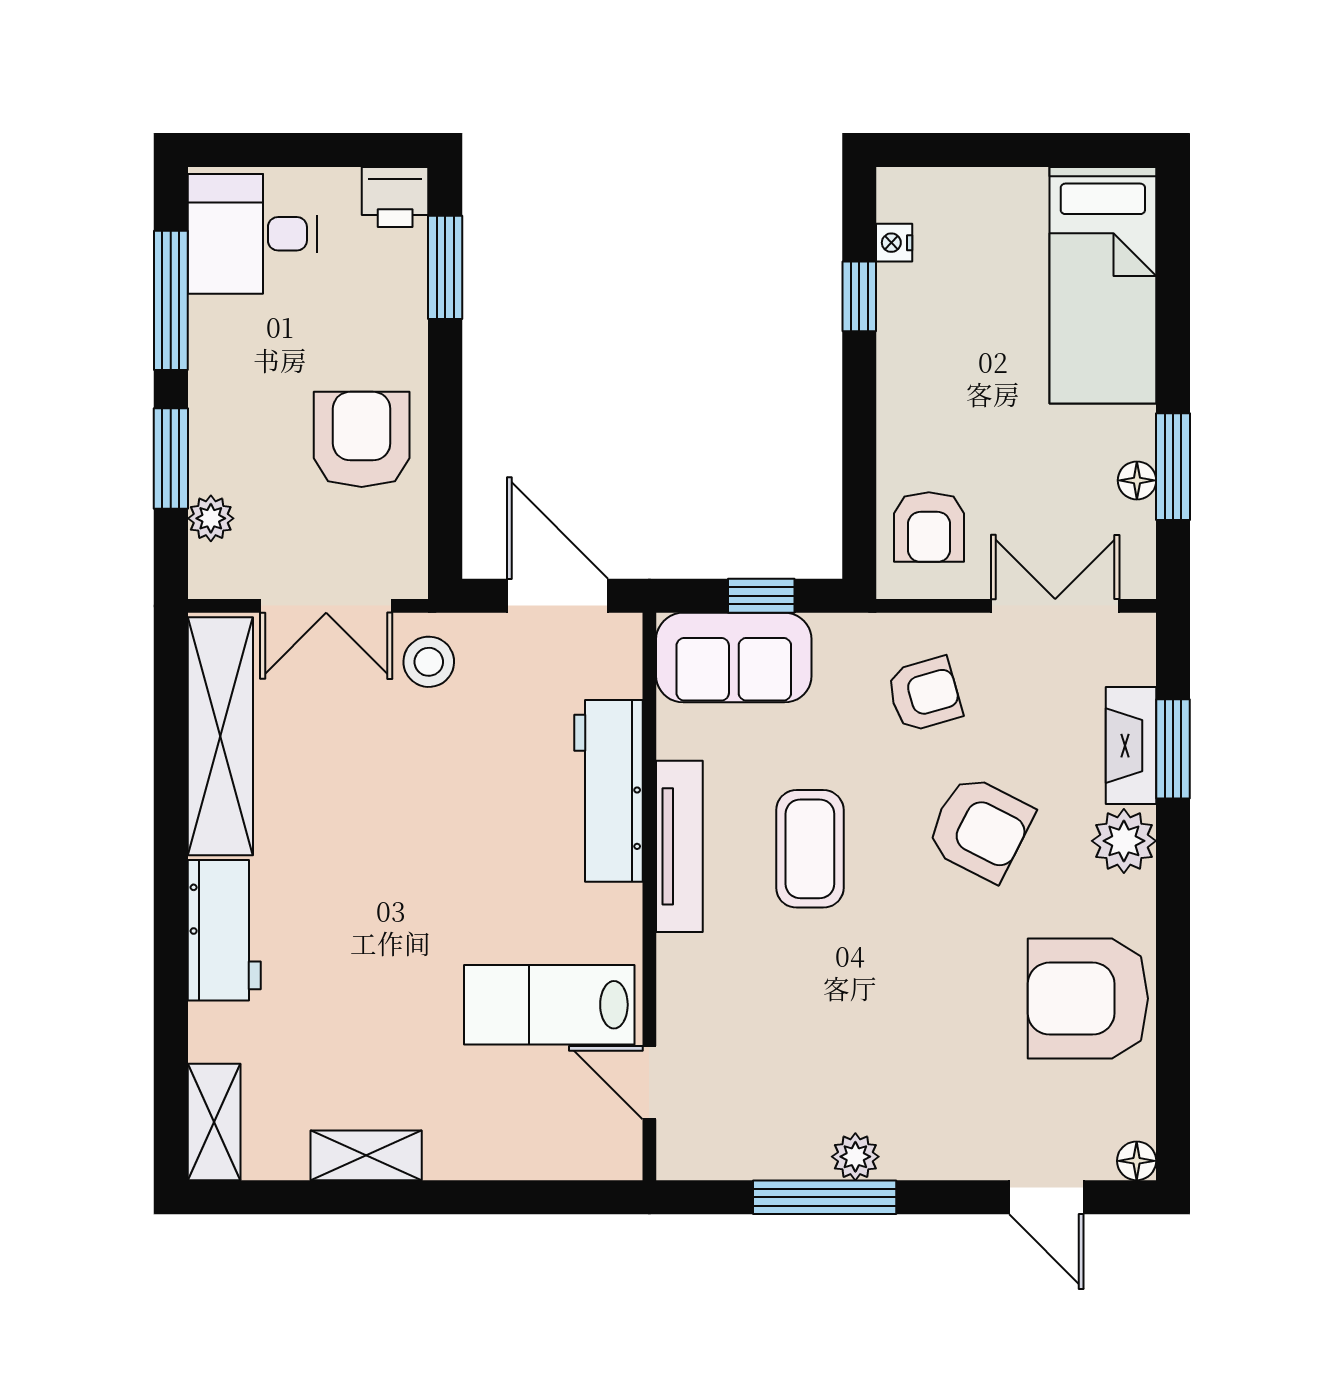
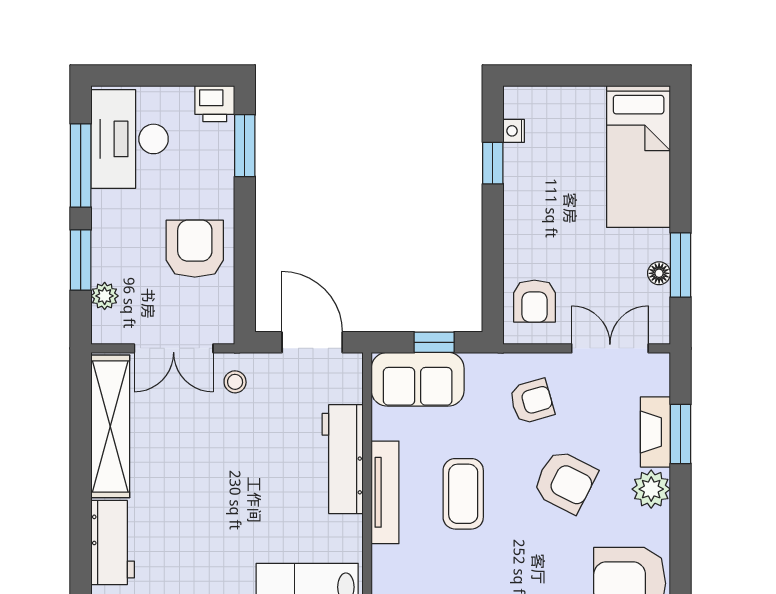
desk: (252, 234) -> (129, 139), width x1.37
stool: (429, 662) -> (235, 382), width x0.73, depth x0.73

